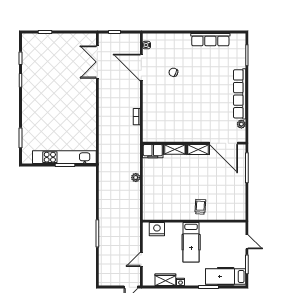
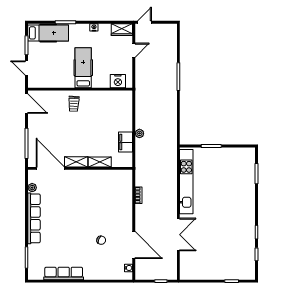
double door: (97, 62) -> (178, 235), moved
filing cabinet: (153, 151) -> (126, 142), moved, turned -90
kitchen unit: (64, 157) -> (186, 182), moved, turned -90
door: (247, 207) -> (27, 104), added
wardrobe: (165, 280) -> (122, 30), moved

